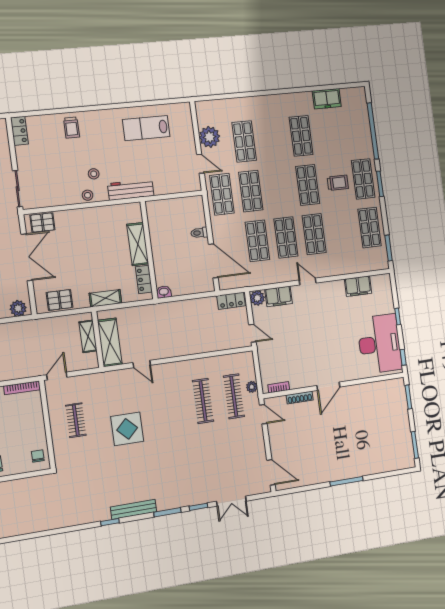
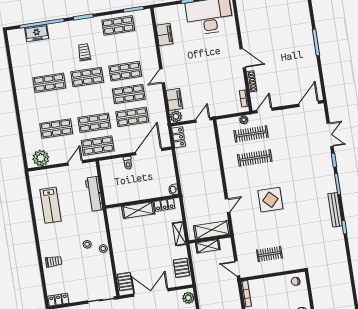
freezer: (327, 99) -> (37, 33), moved, turned 90
plant: (210, 137) -> (41, 158), moved
shop shelf: (363, 179) -> (80, 31), removed
workbench: (131, 190) -> (94, 194), moved
display table: (127, 429) -> (270, 200), moved

